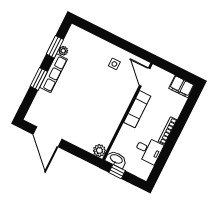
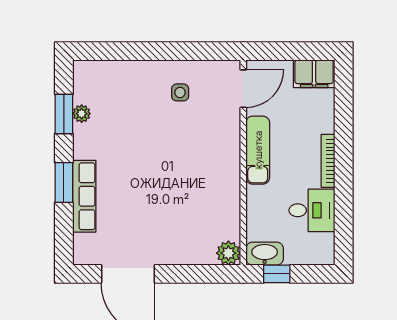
row of seats: (54, 73) -> (84, 196), moved
door: (145, 77) -> (243, 89), swing flipped

